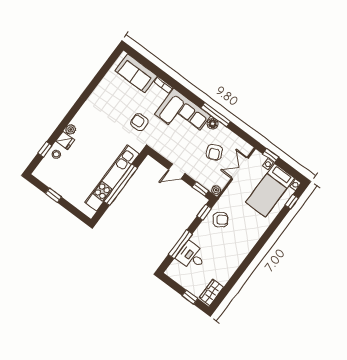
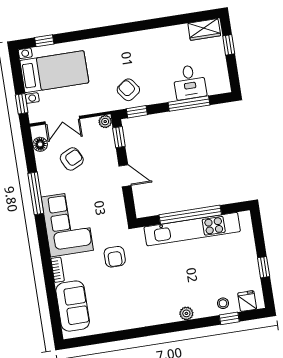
floor lamp: (213, 124) -> (40, 144), moved
fridge: (65, 140) -> (247, 301), moved

